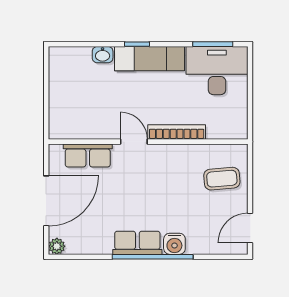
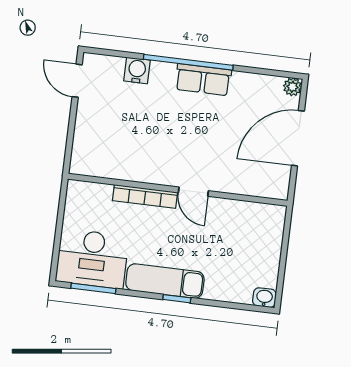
washbasin: (103, 55) -> (264, 298), moved
row of seats: (88, 155) -> (246, 183), removed
coffee table: (222, 179) -> (101, 139), removed
door: (250, 228) -> (77, 81), swing flipped
water cooler: (174, 244) -> (137, 70), moved

